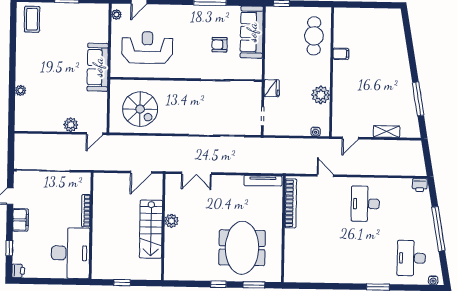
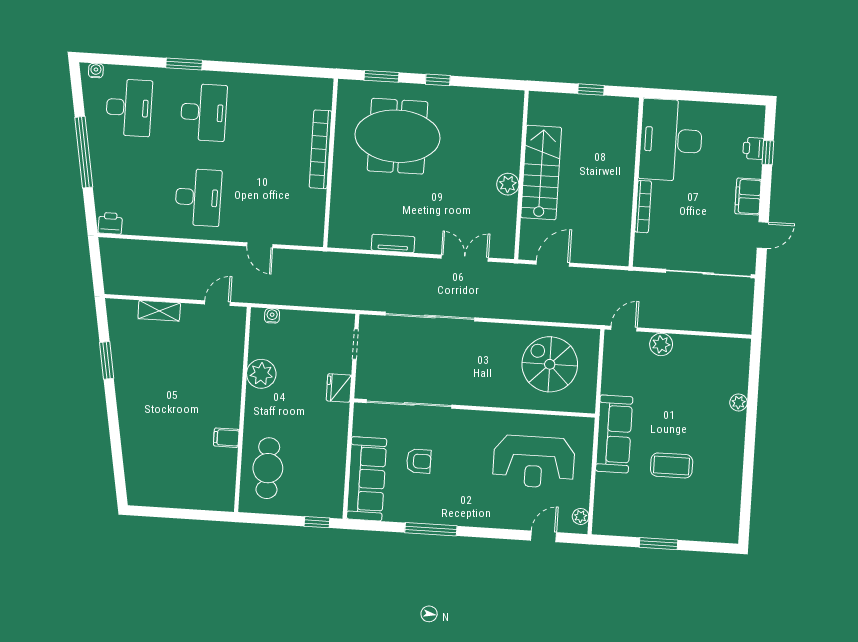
coffee table: (32, 19) -> (672, 465), moved, turned 90
window: (418, 99) -> (107, 360), width x0.69
tv unit: (263, 181) -> (393, 243), moved, width x0.71
bookcase: (291, 203) -> (320, 149), moved
meeting table: (242, 248) -> (398, 136), turned 90
desk: (364, 257) -> (204, 112), added
printer: (18, 271) -> (753, 148), moved

